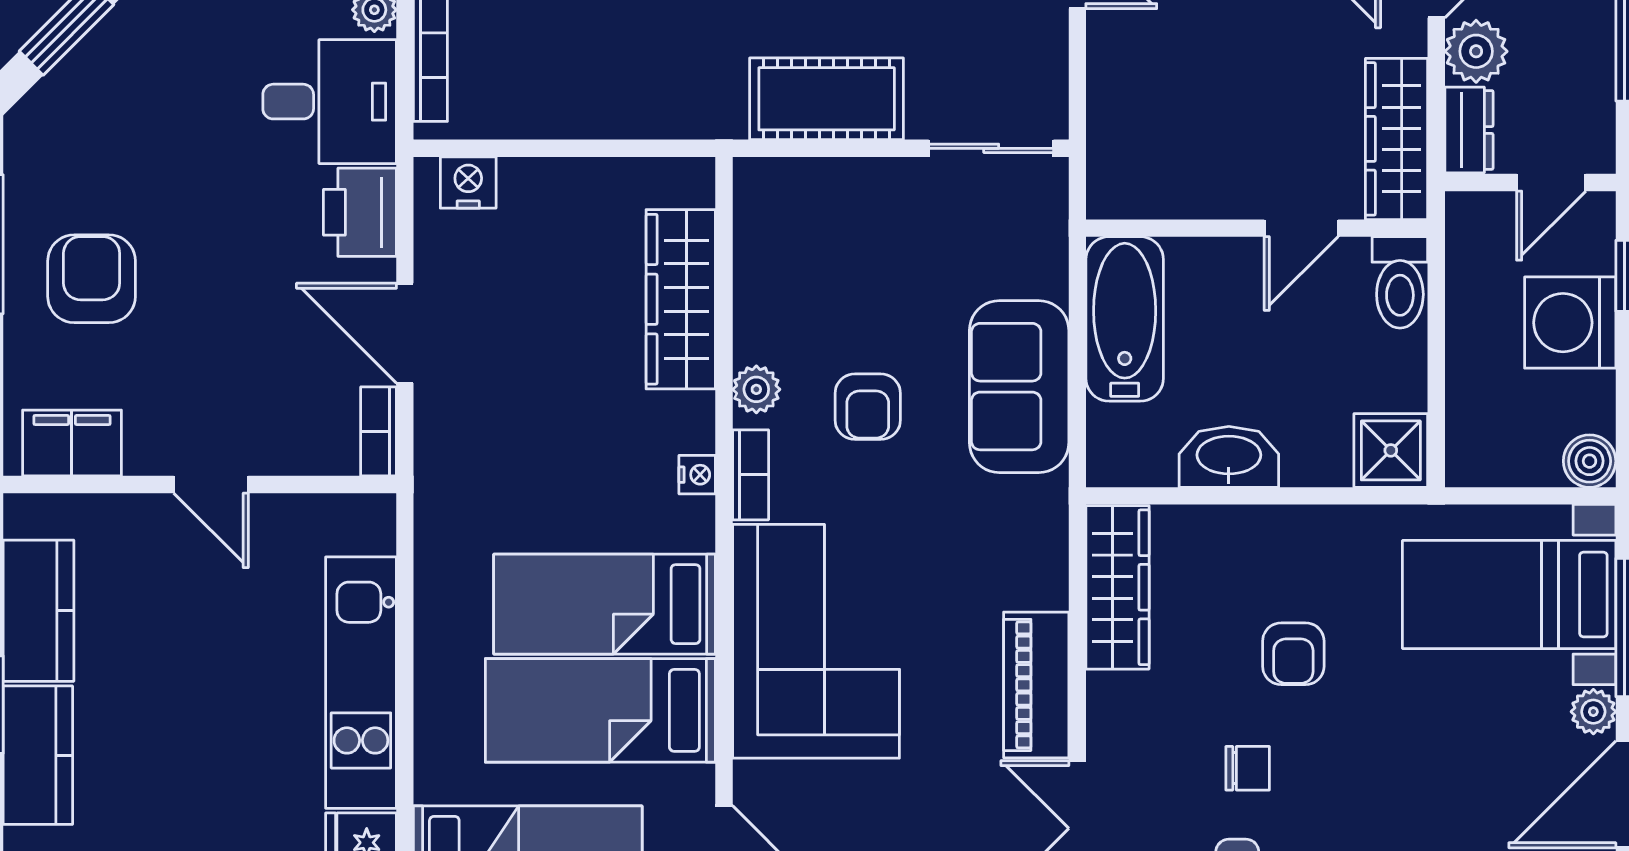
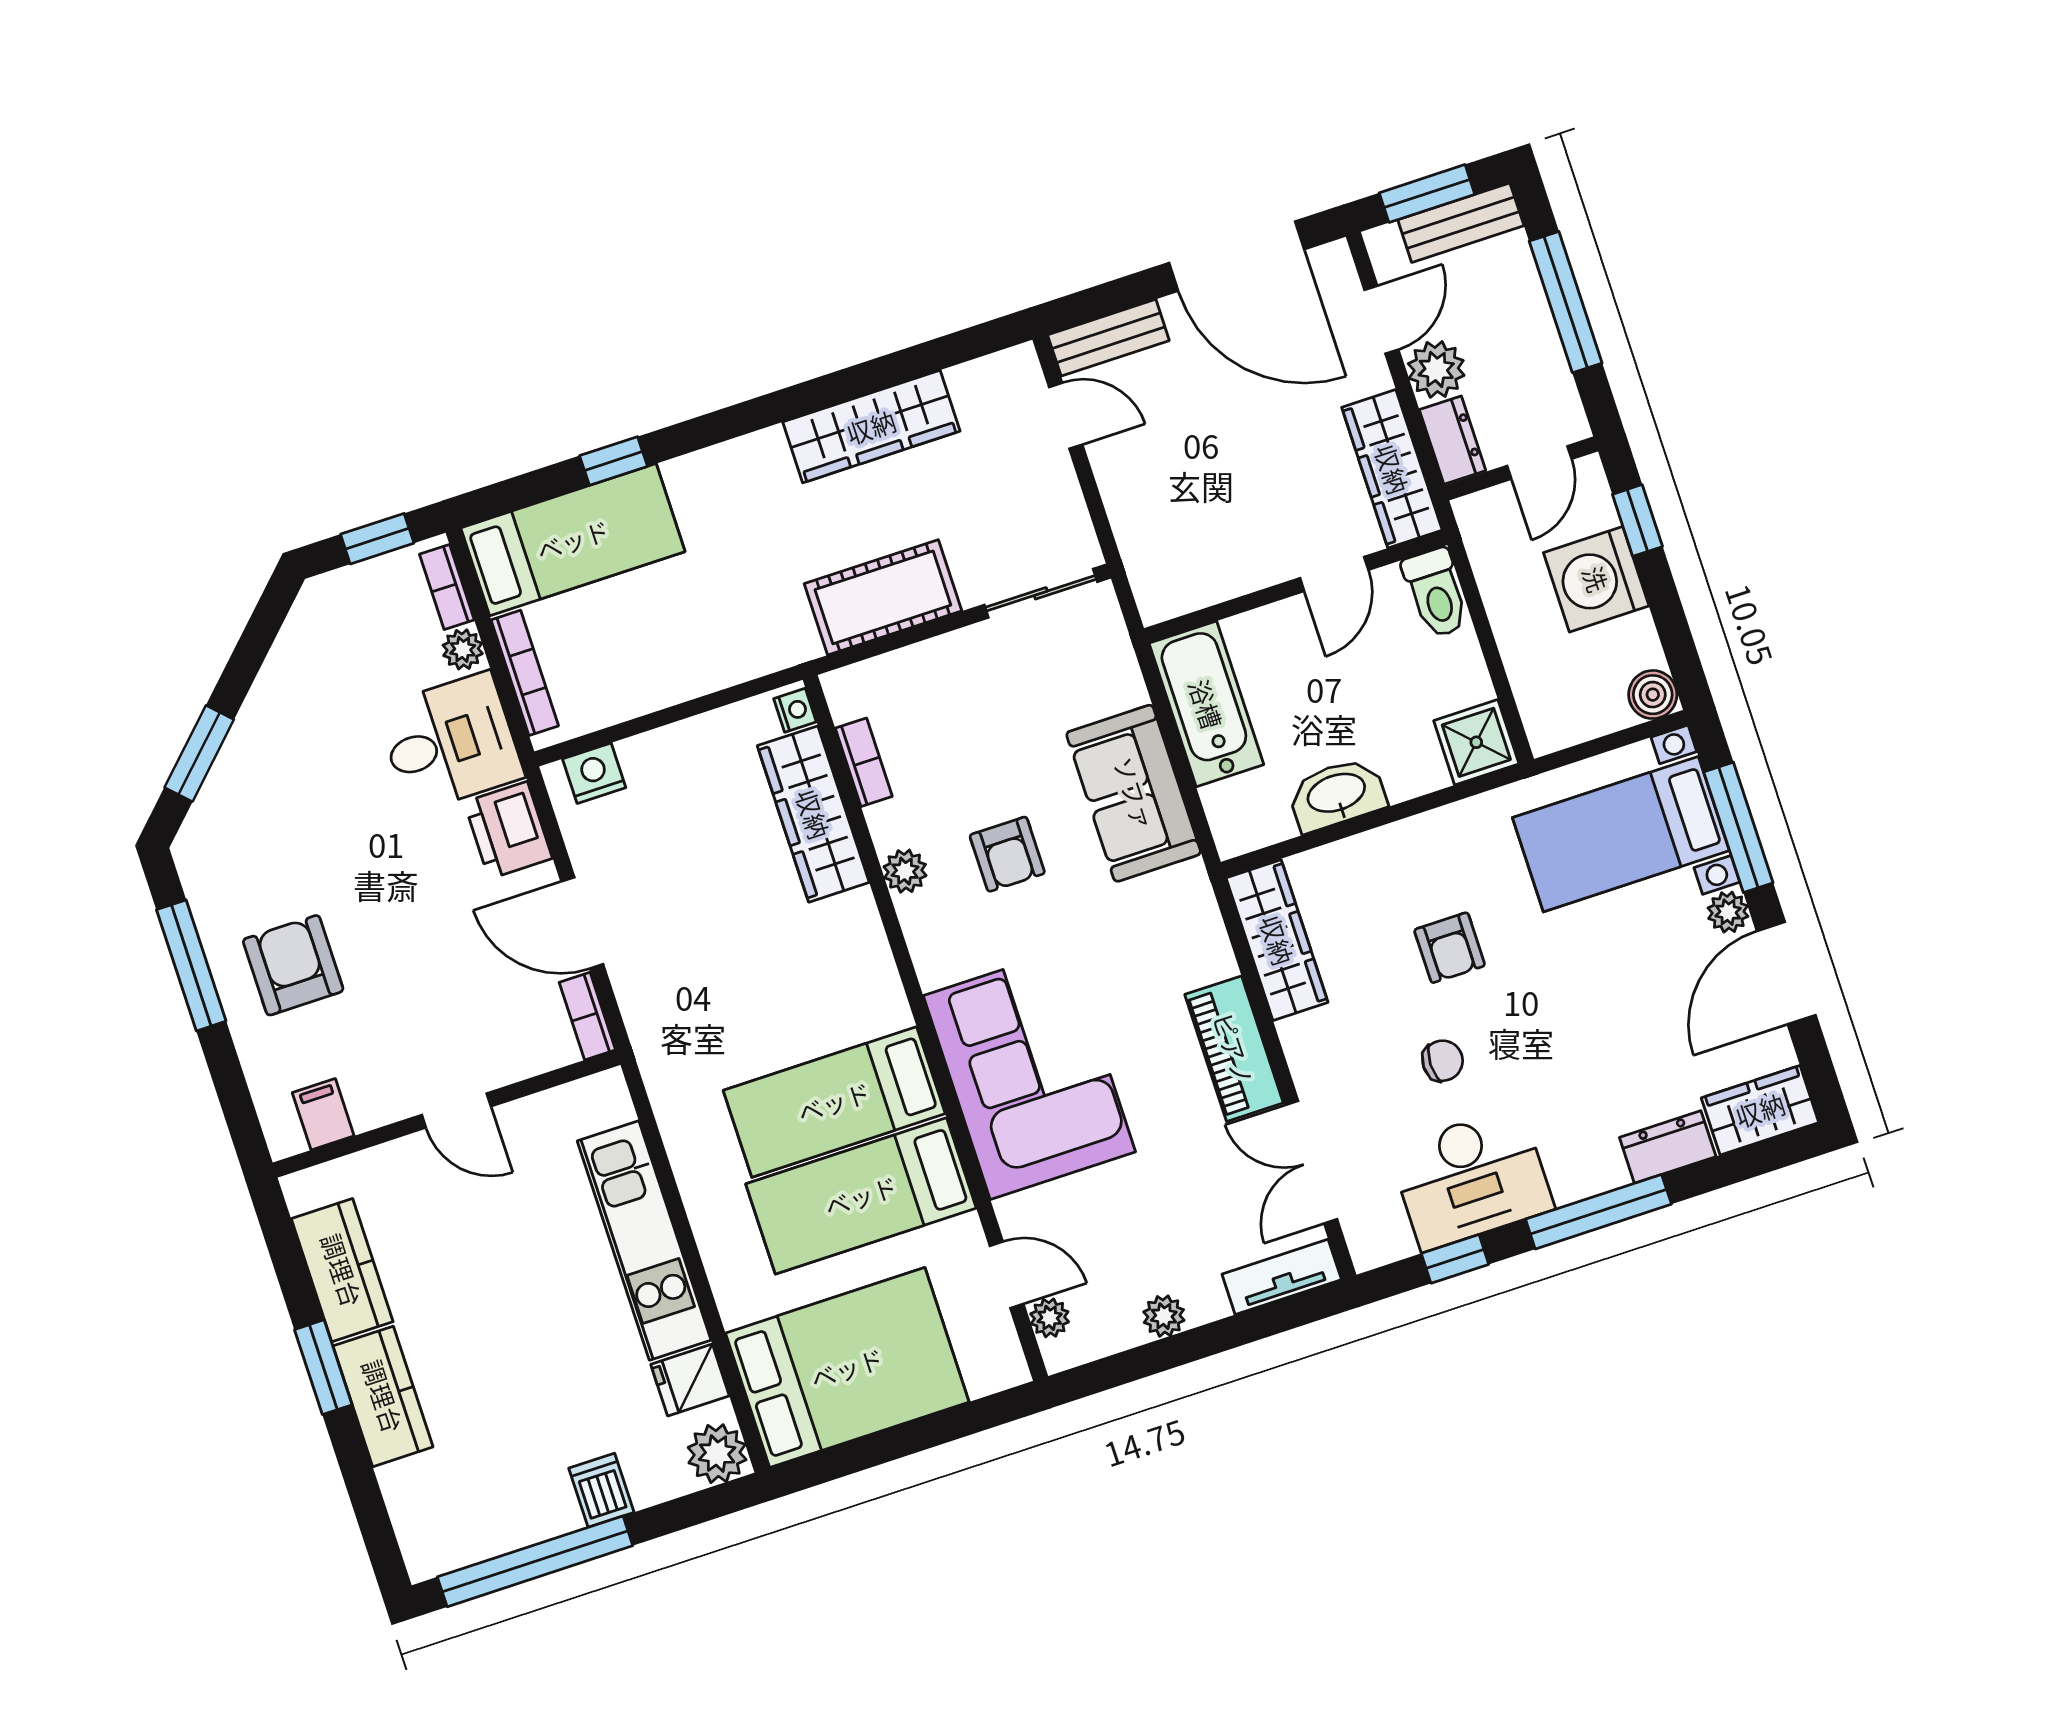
filing cabinet: (72, 443) -> (323, 1114), width x0.50
nightstand: (697, 475) -> (795, 710), moved
bookcase: (751, 475) -> (864, 762), moved

